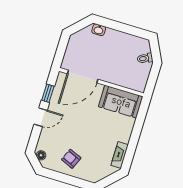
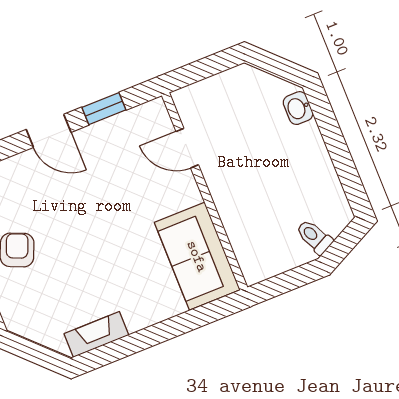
door: (83, 76) -> (187, 148), width x0.53

